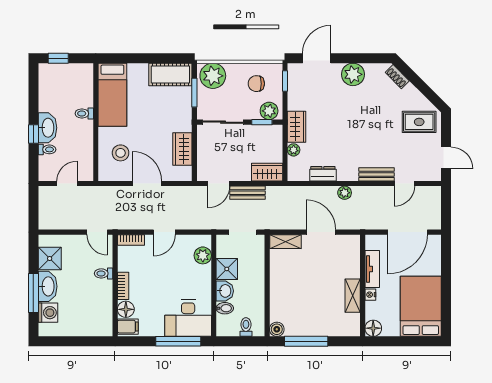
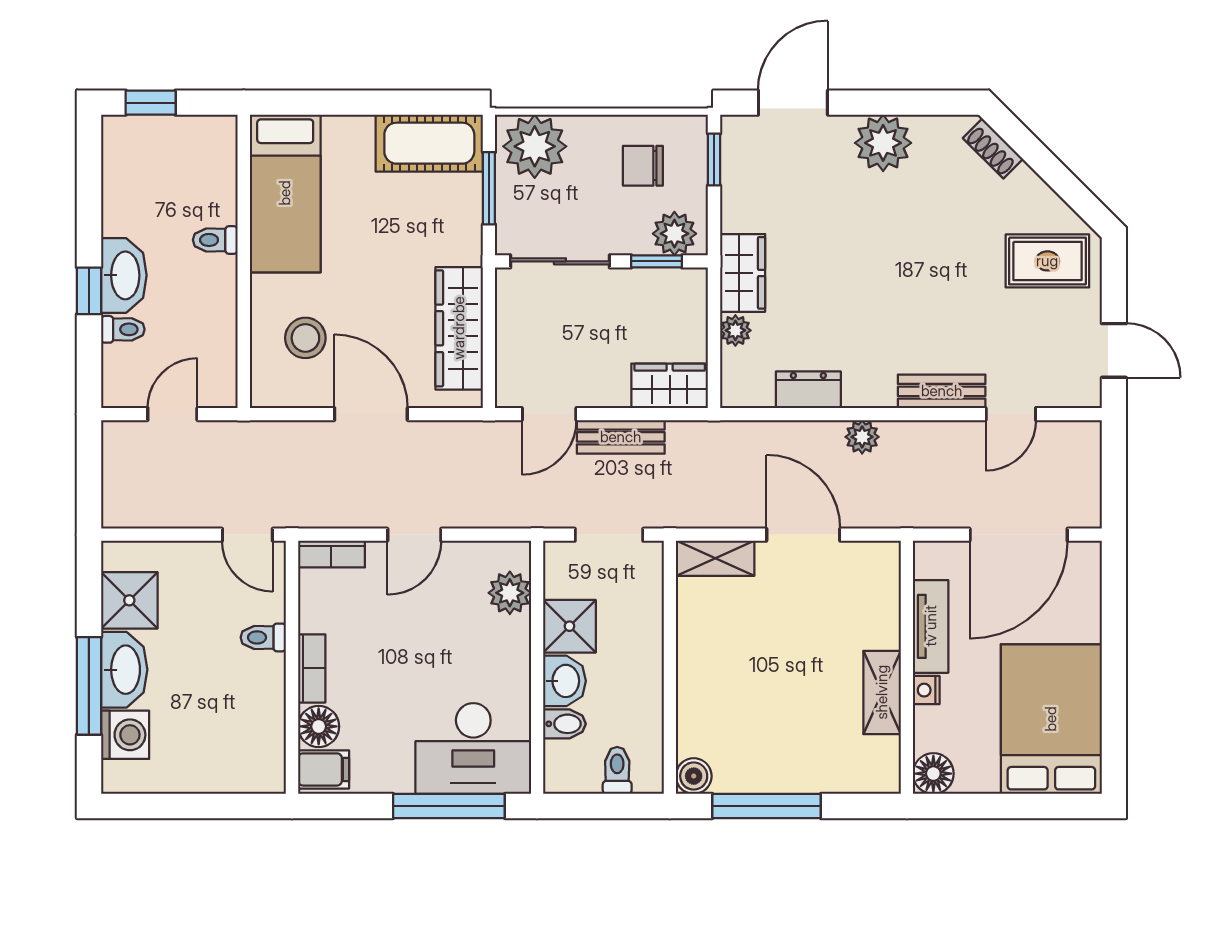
wardrobe: (182, 149) -> (459, 328), width x1.50

